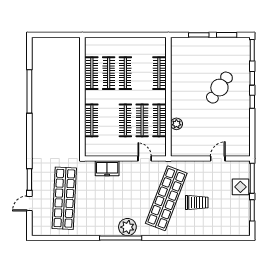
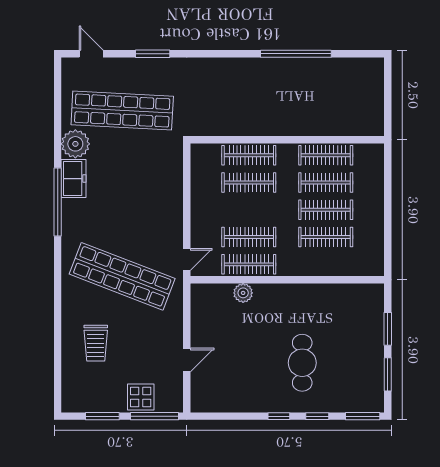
clothes rail: (159, 73) -> (326, 237), moved
cafe table: (219, 88) -> (302, 363), turned 55
clothes rail: (125, 120) -> (249, 182), moved
door: (145, 159) -> (187, 259), moved
door: (218, 159) -> (187, 360), hinge flipped
freezer: (107, 168) -> (74, 179), moved, turned 180
door: (29, 203) -> (91, 54), moved
trolley: (197, 203) -> (96, 343), moved
plant: (127, 227) -> (75, 144), moved

